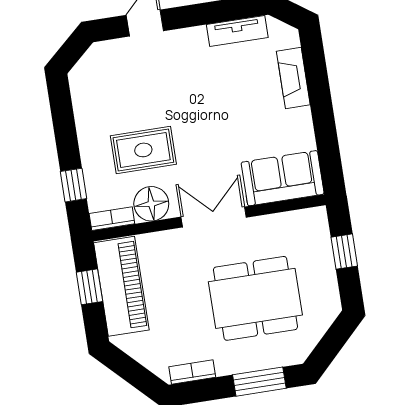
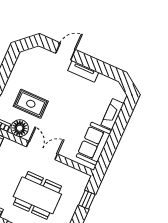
tv unit: (237, 31) -> (83, 71), moved
sofa: (283, 178) -> (94, 144), moved, turned -90

